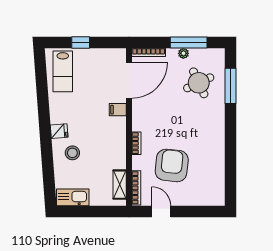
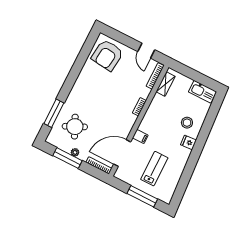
window: (81, 42) -> (142, 196), width x2.17
lab bench: (63, 71) -> (154, 169), moved
armchair: (172, 165) -> (107, 55), moved

